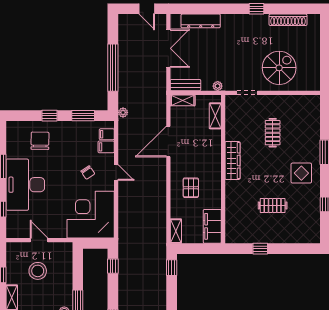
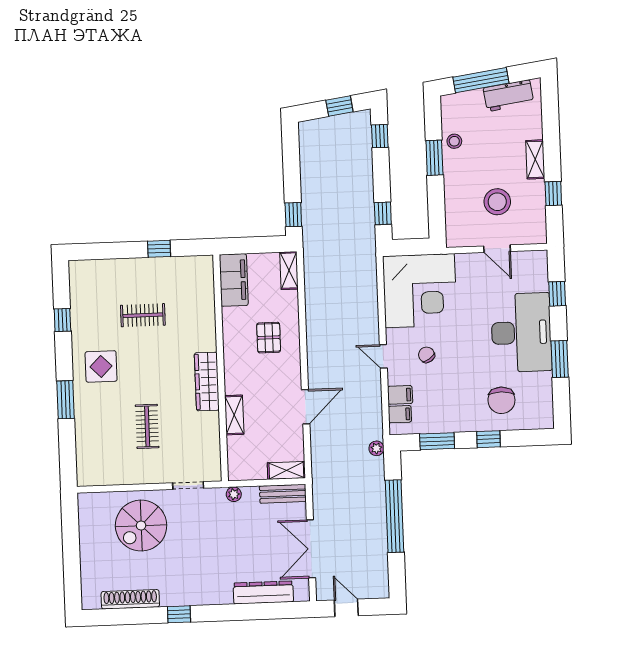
shelving: (215, 116) -> (234, 415), moved
door: (168, 141) -> (306, 407), width x0.73

